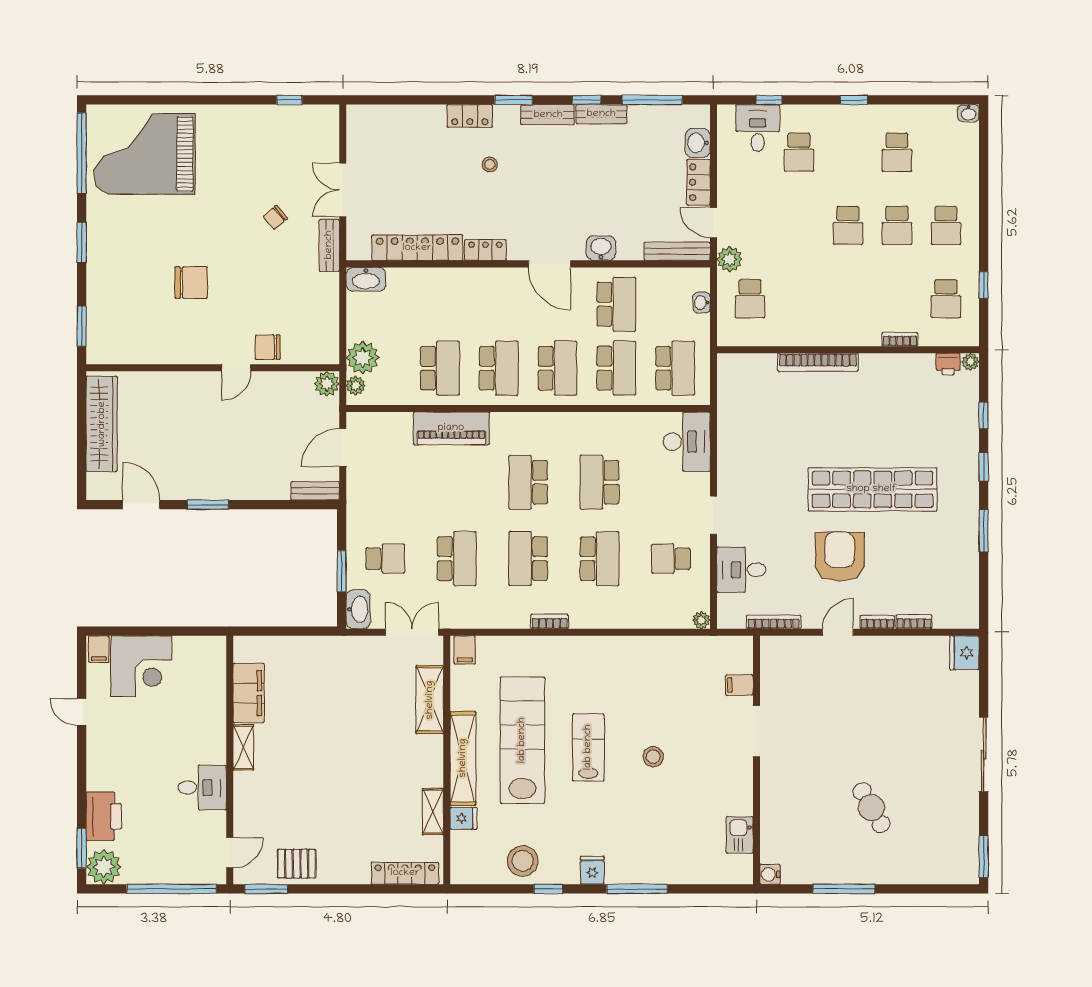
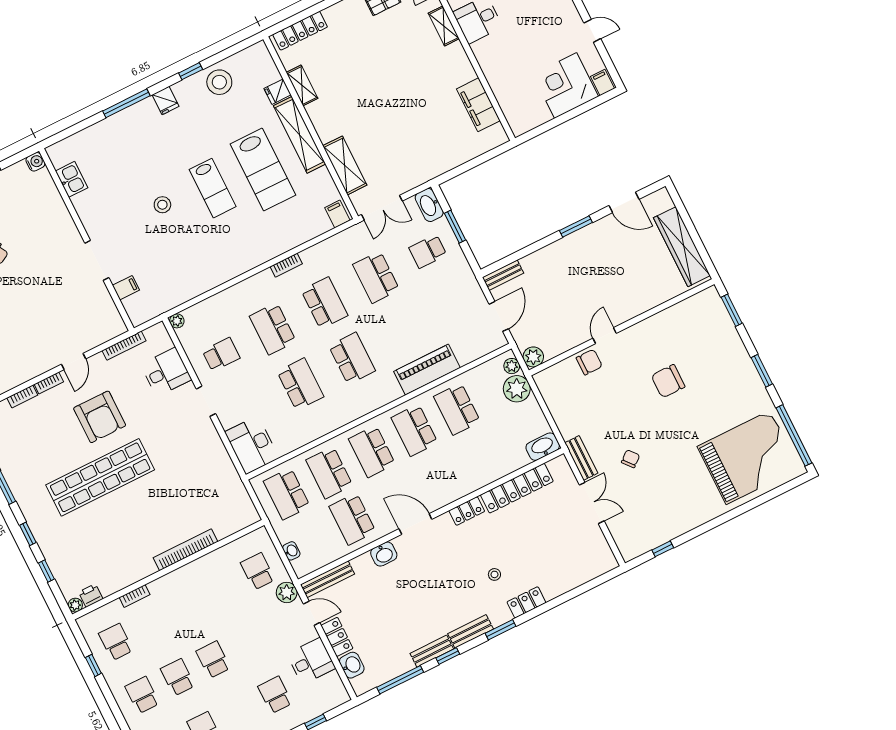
desk: (758, 128) -> (311, 661), moved, turned -90
lab bench: (522, 740) -> (263, 169), width x0.73
shelving: (243, 747) -> (444, 26), moved

